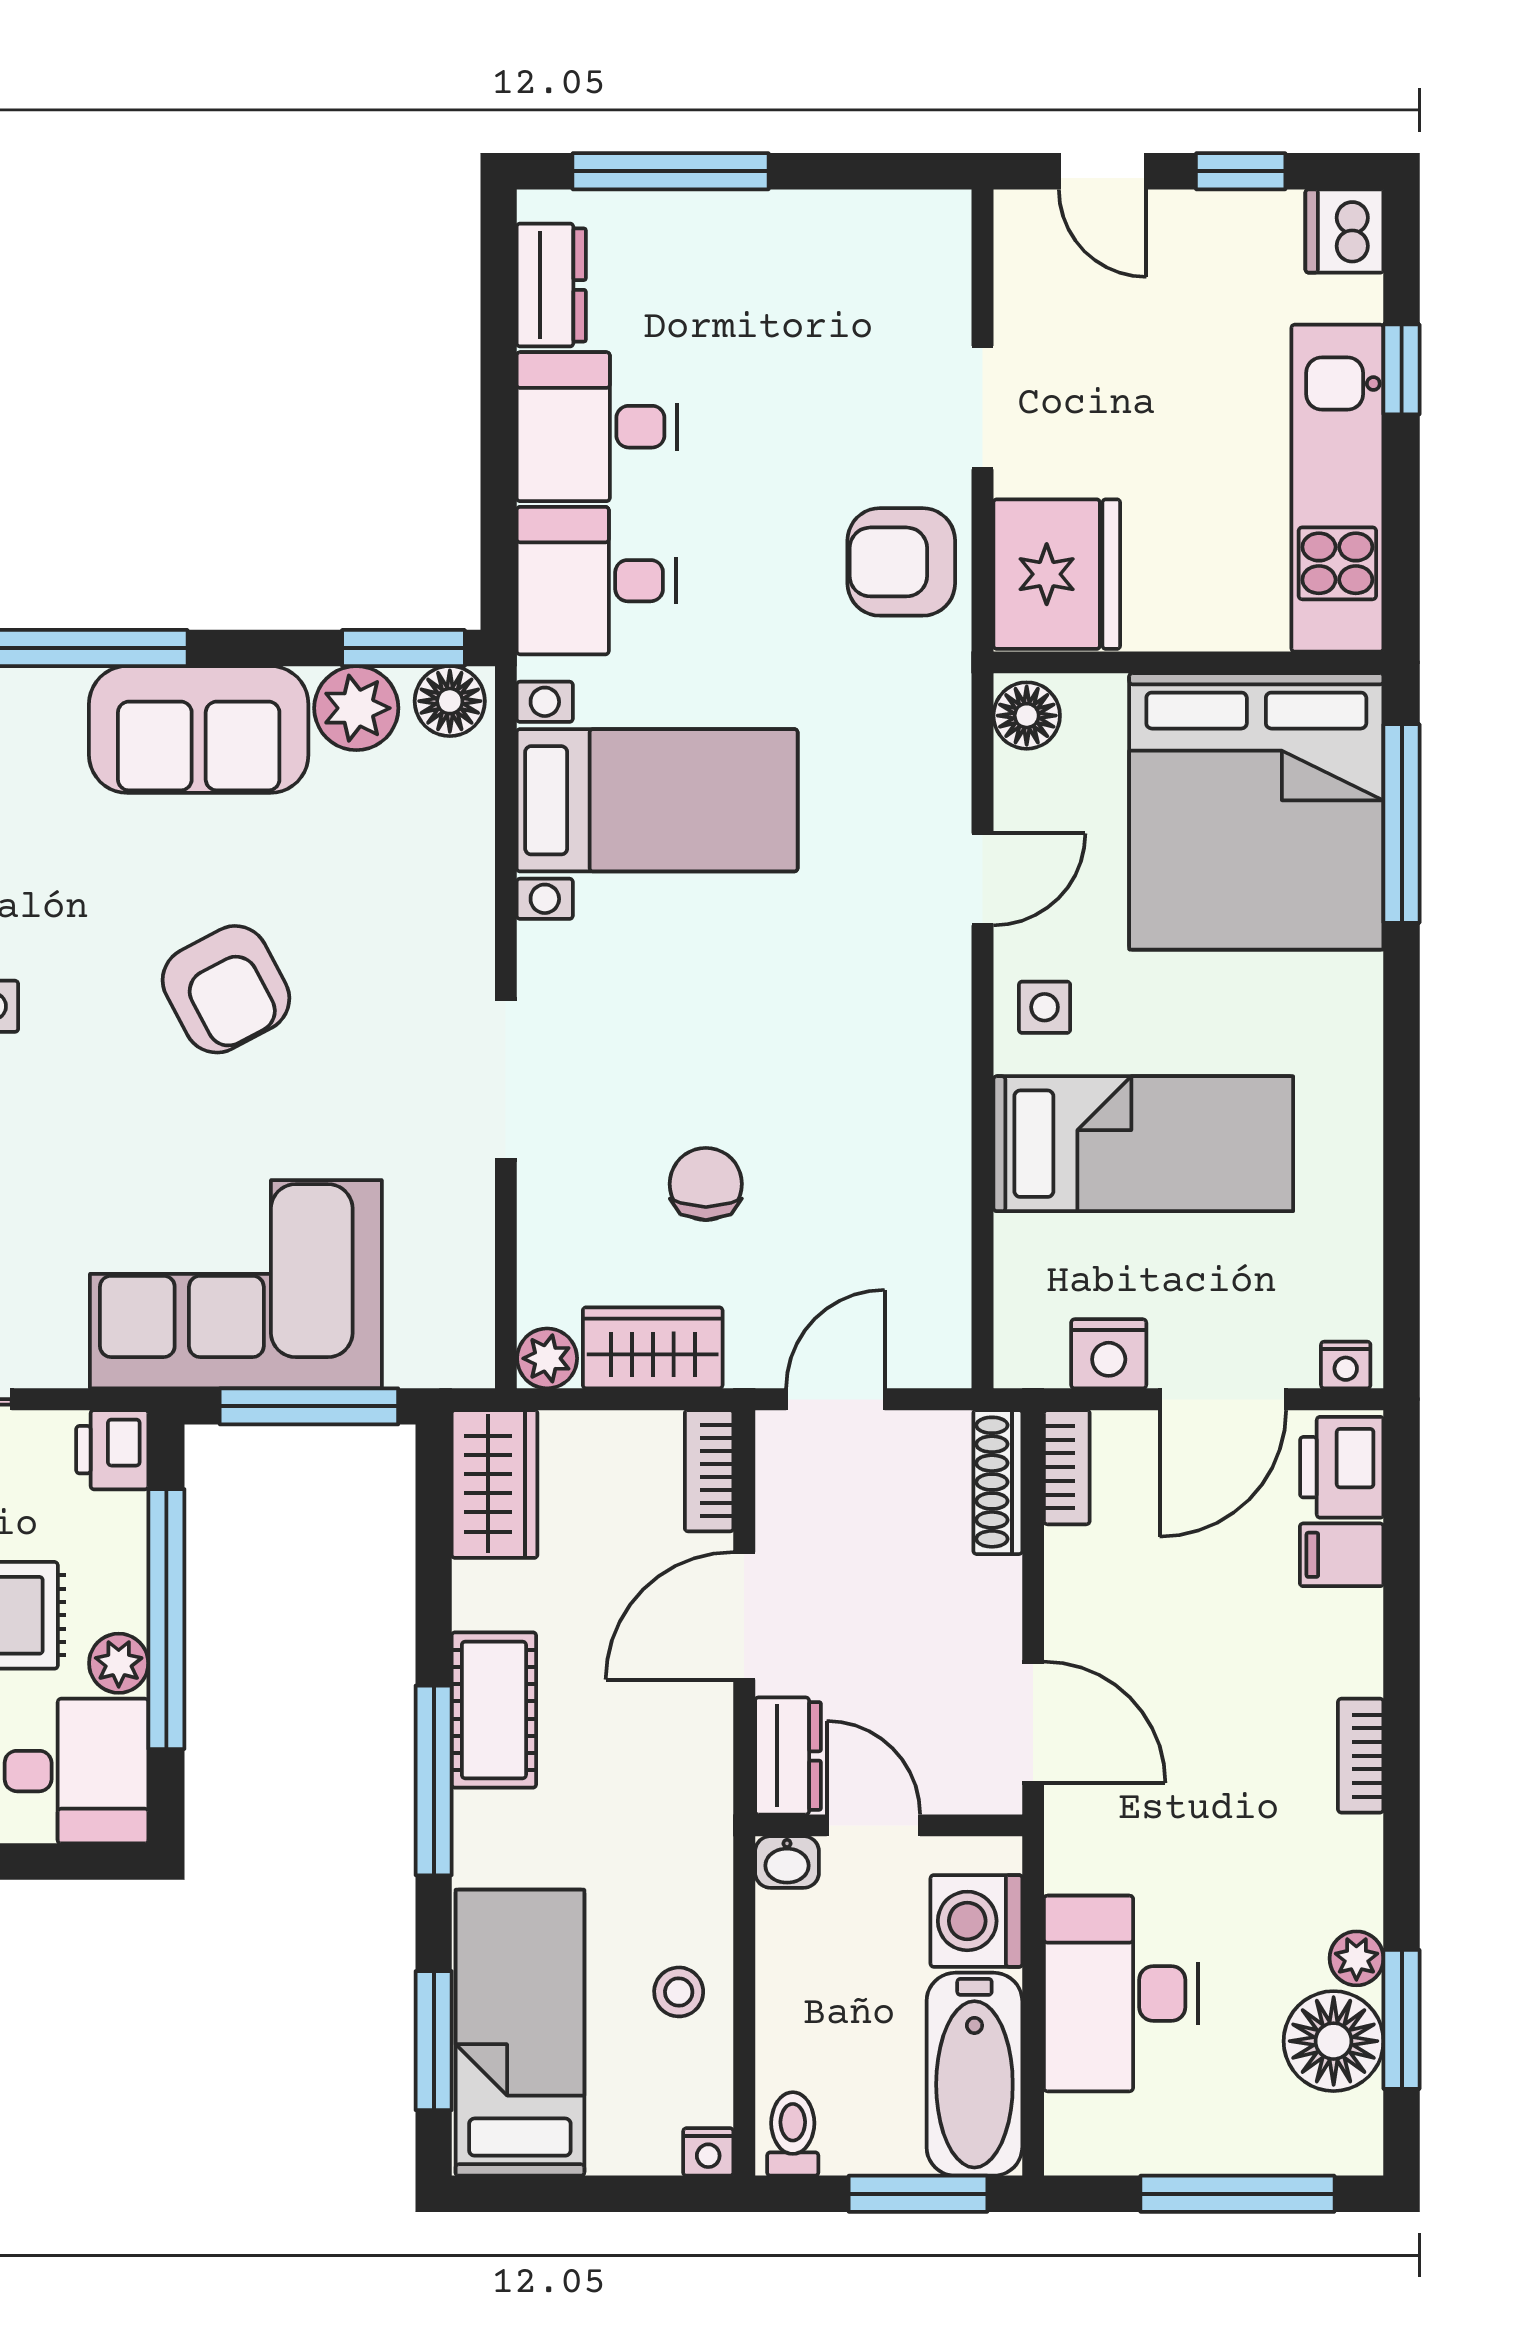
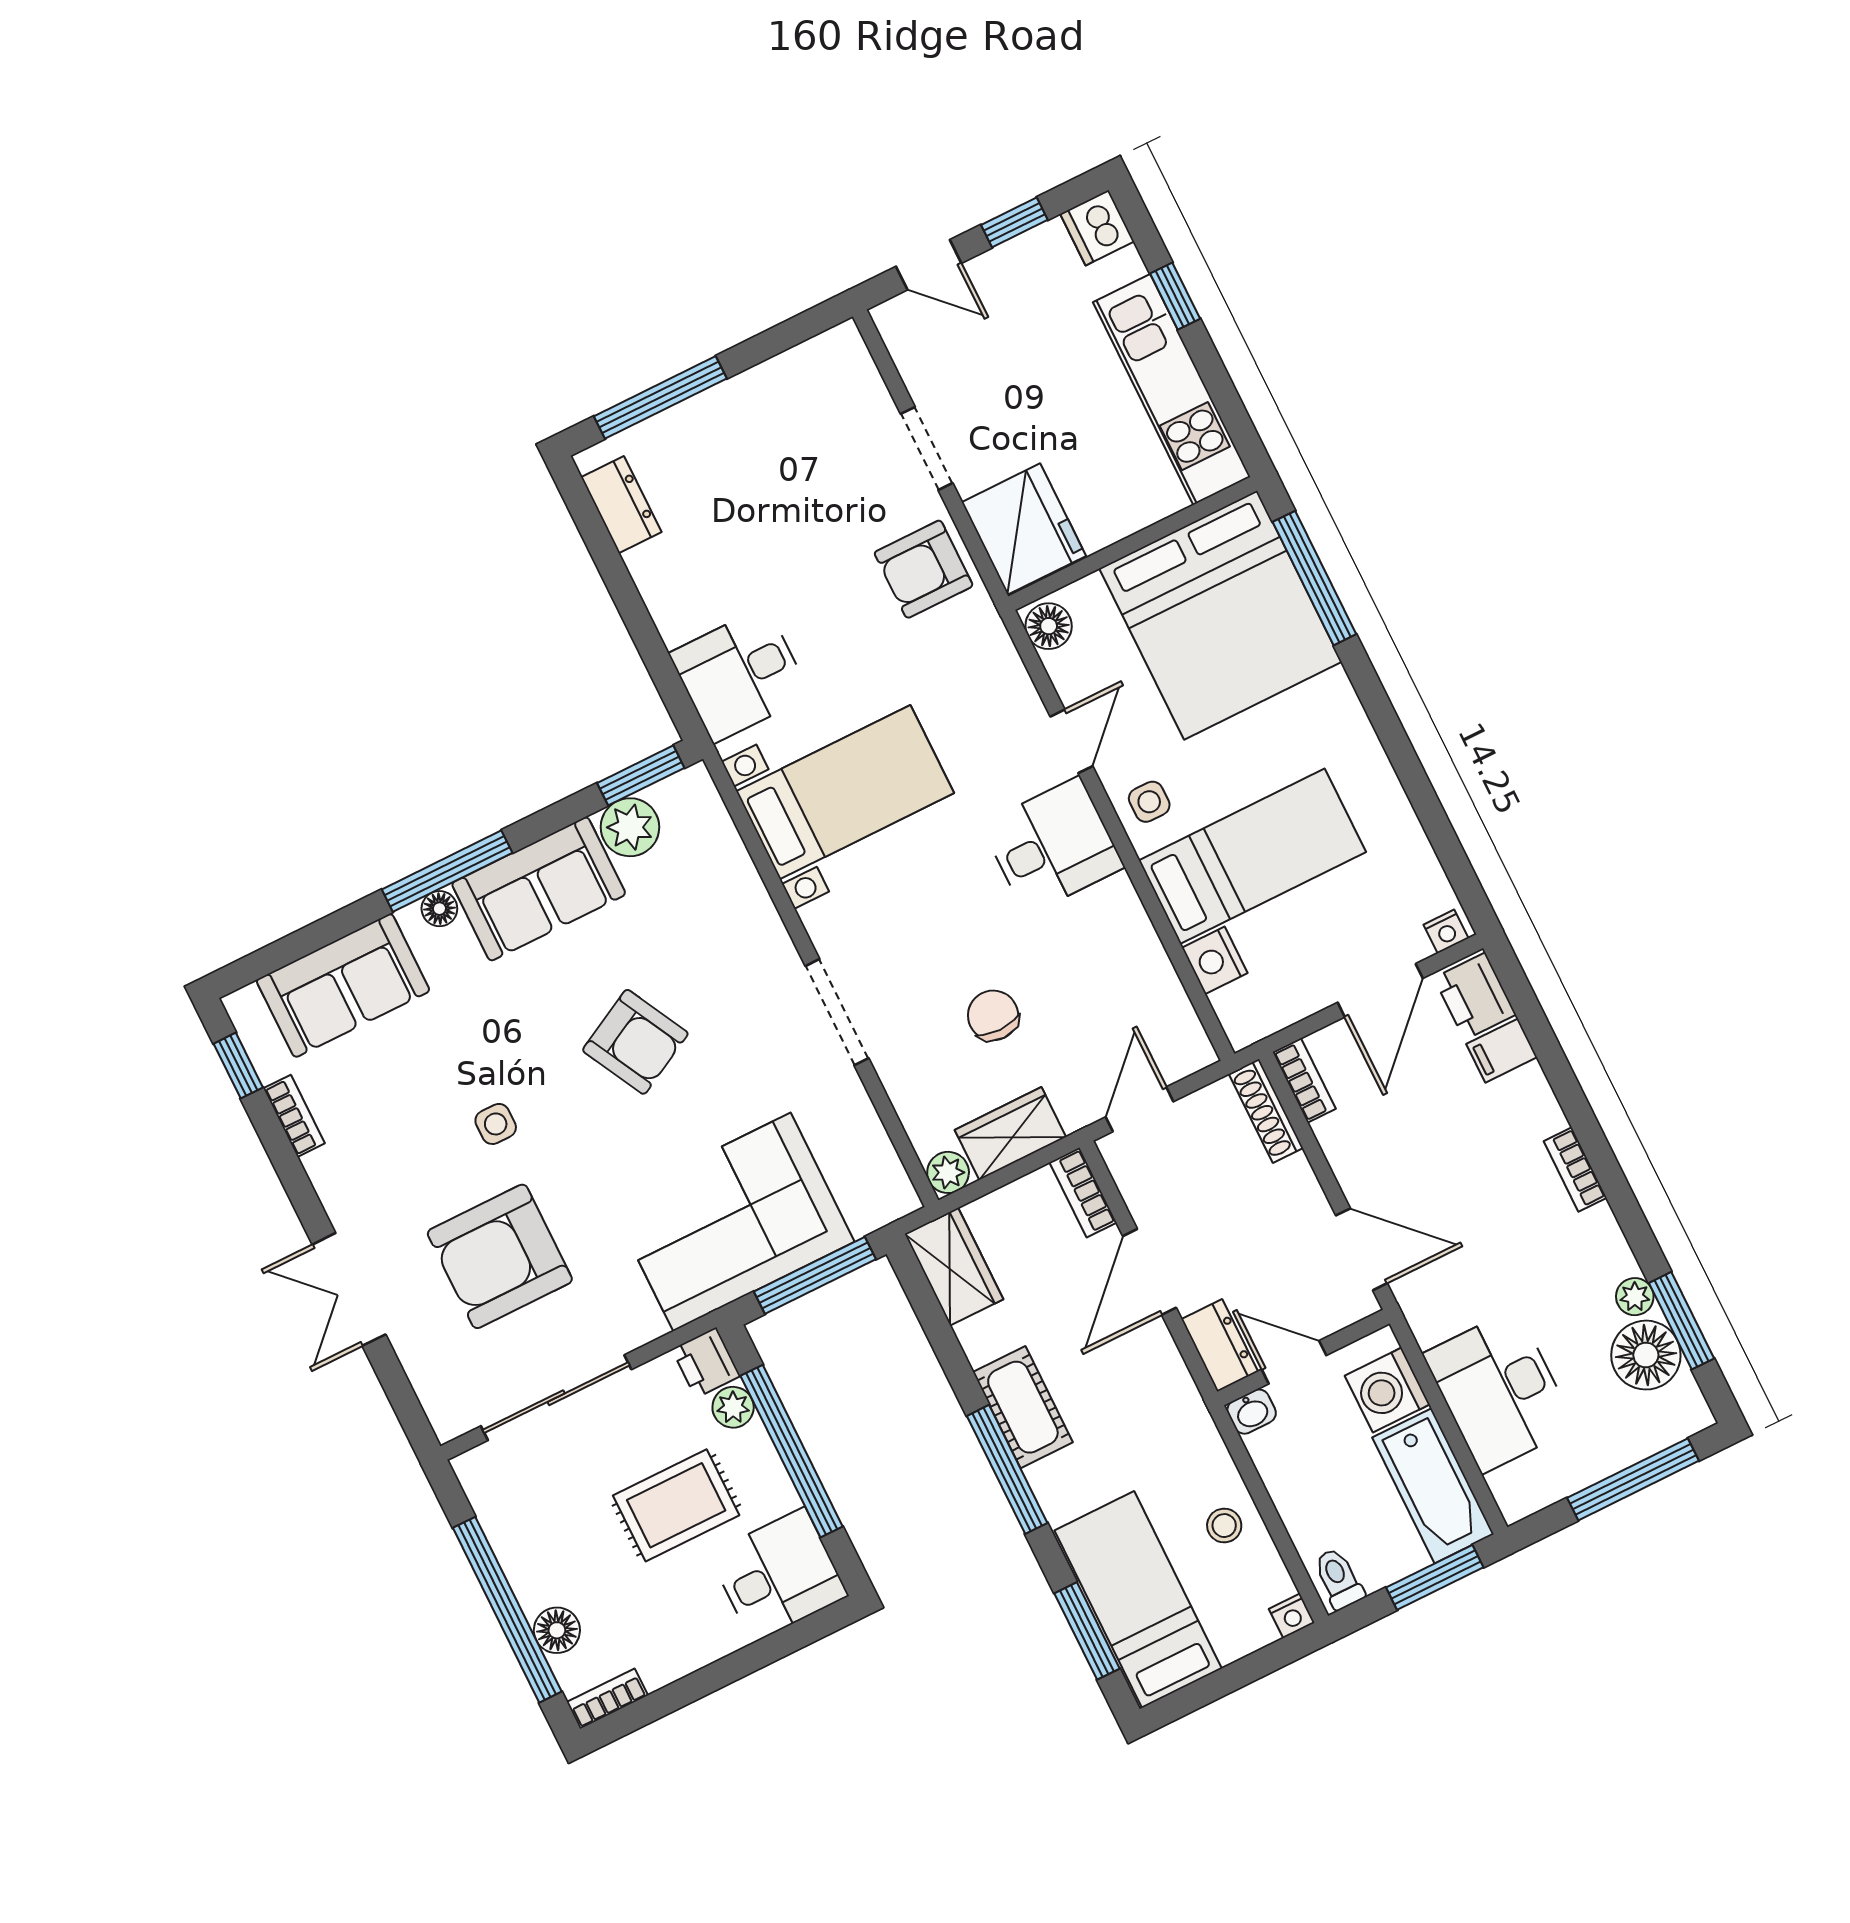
desk: (597, 427) -> (1053, 846), moved, turned 180
floor lamp: (450, 701) -> (439, 909), moved, width x0.73, depth x0.73
nightstand: (1109, 1354) -> (1215, 960), moved, turned 90
plant: (119, 1663) -> (733, 1407), moved

